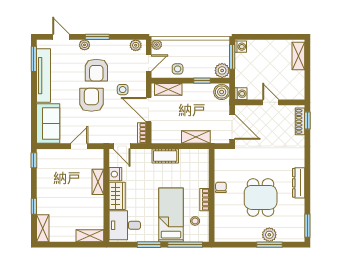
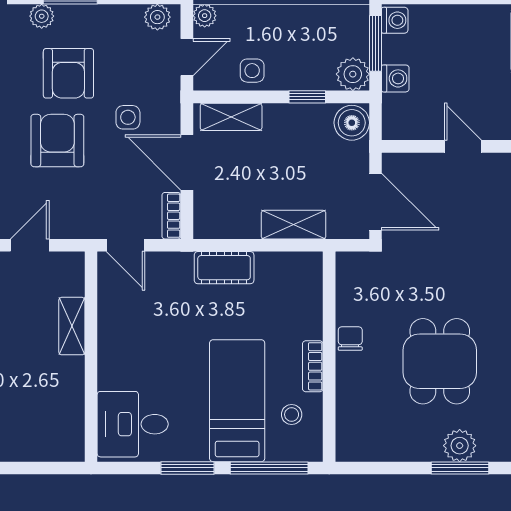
washing machine: (241, 94) -> (395, 78), moved
nightstand: (115, 174) -> (111, 309), removed
wardrobe: (117, 196) -> (115, 358), removed
shelving: (90, 236) -> (54, 448), removed

